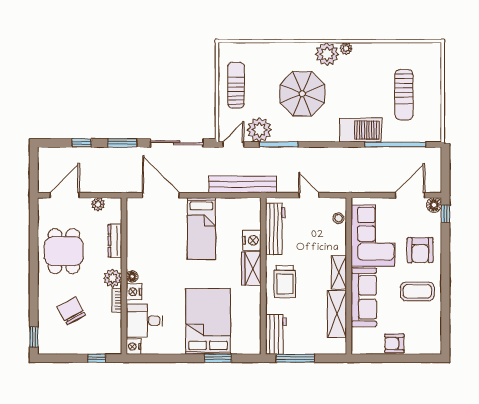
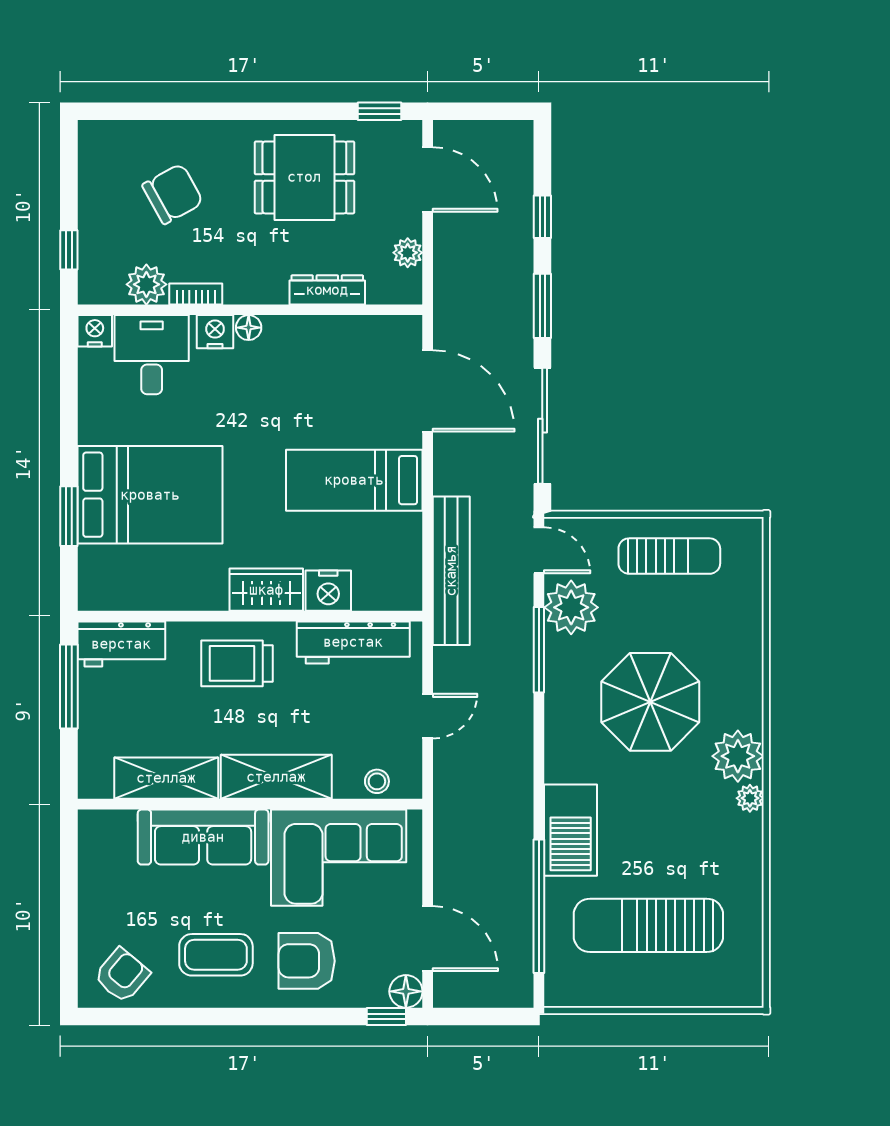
sun lounger: (404, 95) -> (648, 925), width x1.36, depth x1.34
door: (161, 195) -> (428, 391), hinge flipped
shelving: (339, 272) -> (276, 777), width x1.50, depth x1.33
plant: (112, 278) -> (146, 284), moved
coffee table: (417, 291) -> (216, 955), turned 90
window: (34, 337) -> (380, 111), moved
armchair: (394, 343) -> (122, 975), moved, turned 40

